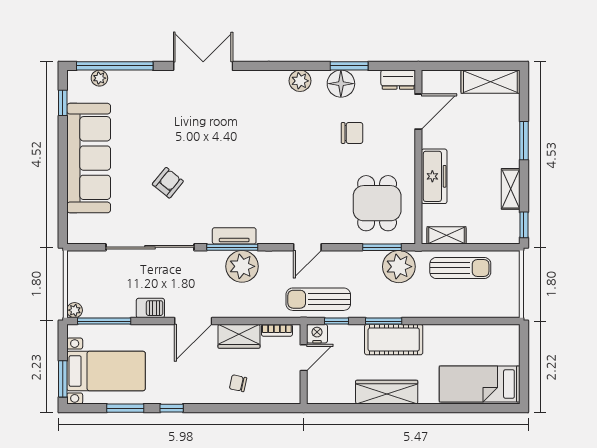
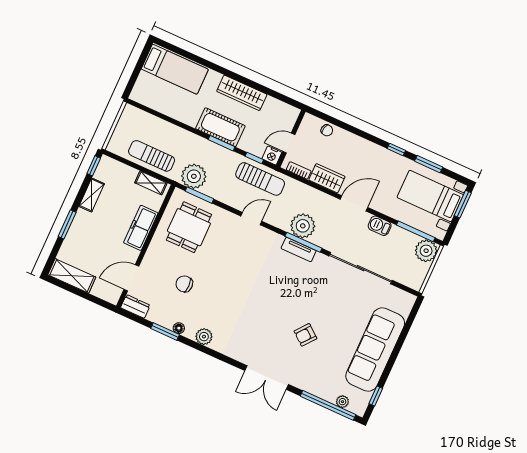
floor lamp: (341, 84) -> (179, 328), width x0.53, depth x0.53
armchair: (168, 183) -> (305, 335), moved
plant: (75, 310) -> (426, 251), width x1.88, depth x1.88
chair: (238, 383) -> (327, 130), moved

